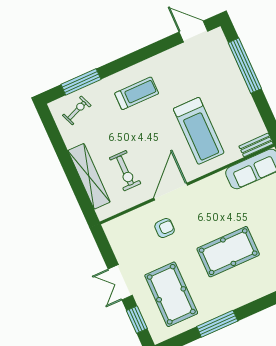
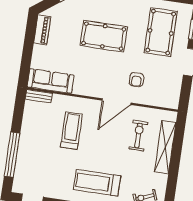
treadmill: (137, 93) -> (97, 183), width x1.37, depth x1.38
treadmill: (199, 131) -> (71, 131), width x0.73, depth x0.73
armchair: (165, 228) -> (136, 80), turned -90

